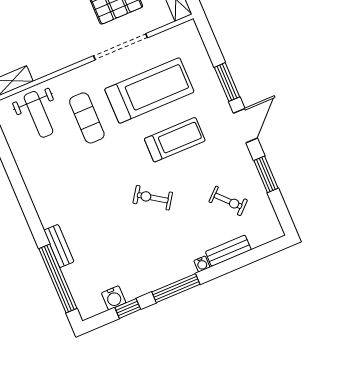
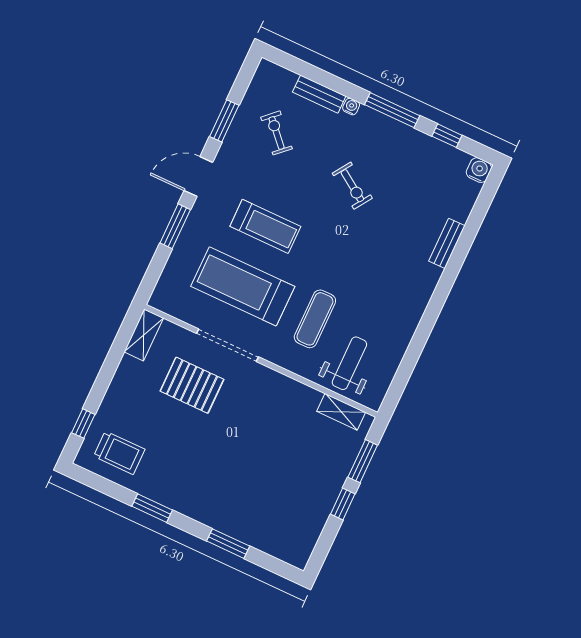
treadmill: (175, 140) -> (265, 226), turned 180
exercise bike: (153, 198) -> (352, 186), moved
window: (58, 279) -> (476, 219), removed
water cooler: (114, 298) -> (479, 170), moved

